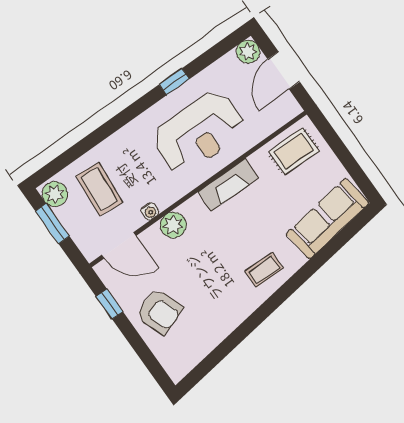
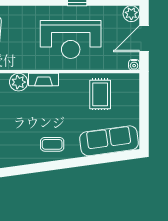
rug: (294, 151) -> (100, 94), moved, turned 90
fireplace: (228, 185) -> (44, 79), moved, width x0.73, depth x0.76
water cooler: (150, 211) -> (134, 65), moved

